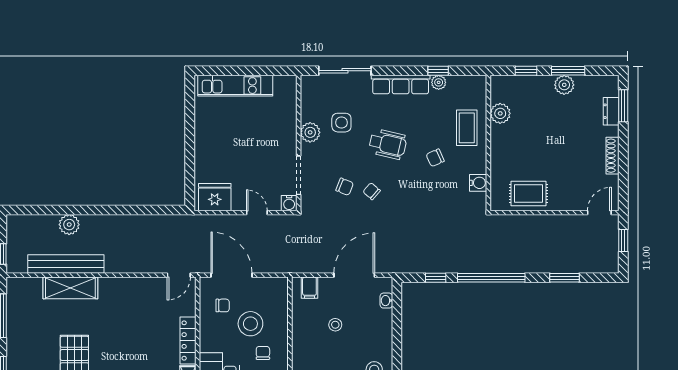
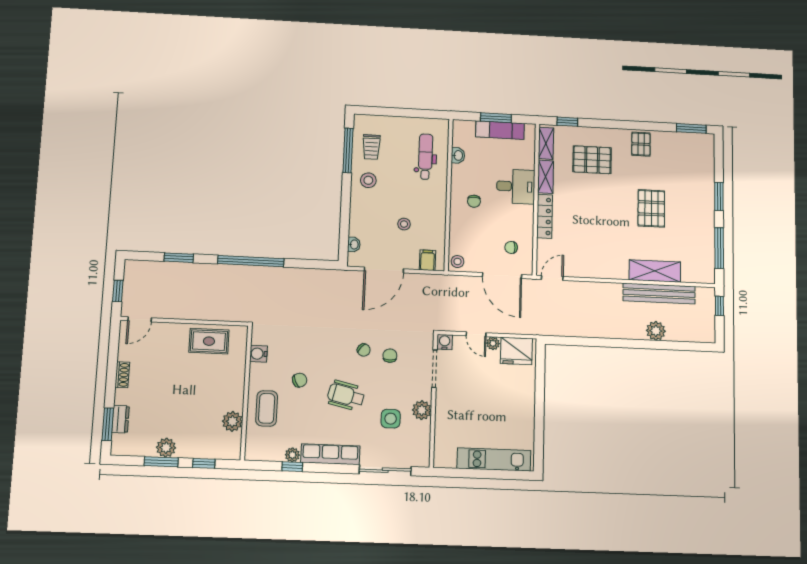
shoe rack: (613, 156) -> (122, 375), width x0.70
chair: (345, 187) -> (390, 356), turned 68
plant: (239, 204) -> (493, 343), added
window: (436, 278) -> (305, 264), removed
stool: (250, 324) -> (457, 262), moved, width x0.53, depth x0.53

